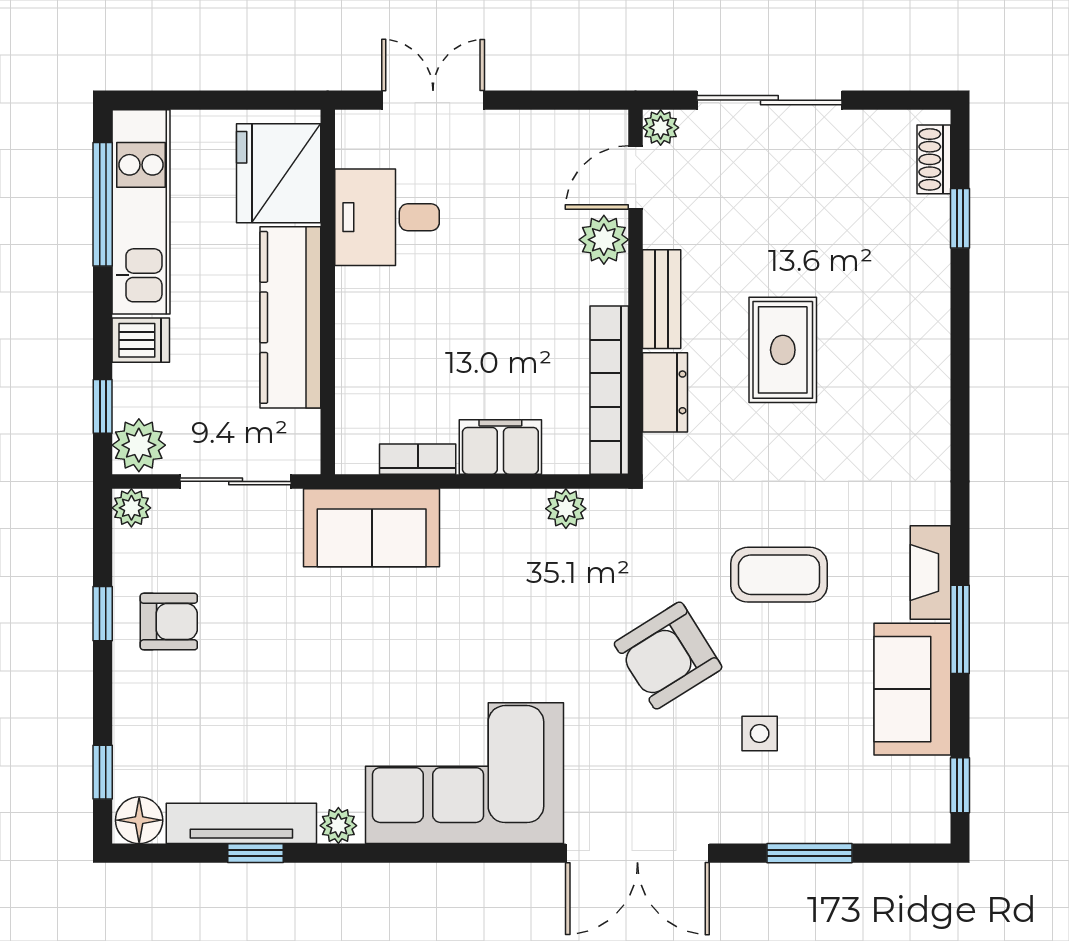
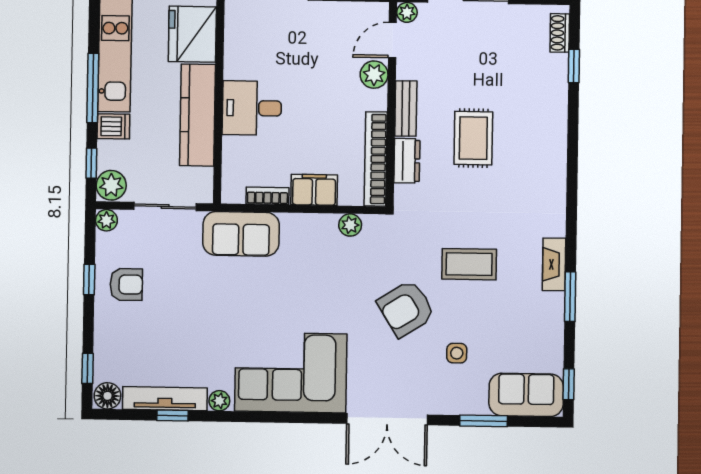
window: (103, 204) -> (93, 88), moved
desk: (387, 217) -> (252, 108), moved
sofa: (912, 689) -> (526, 395), moved, turned 90

